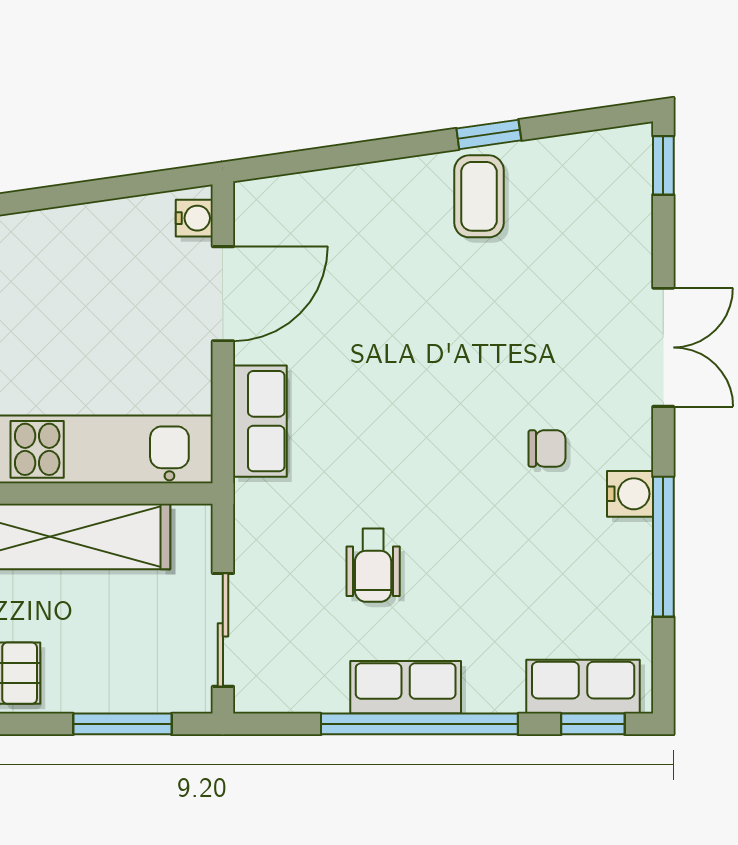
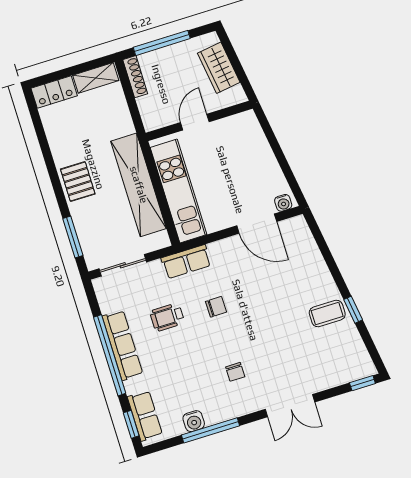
row of seats: (260, 421) -> (186, 262), moved
chair: (384, 446) -> (216, 307), added
water cooler: (630, 494) -> (194, 421), moved
row of seats: (406, 687) -> (123, 345), width x1.48

